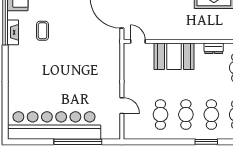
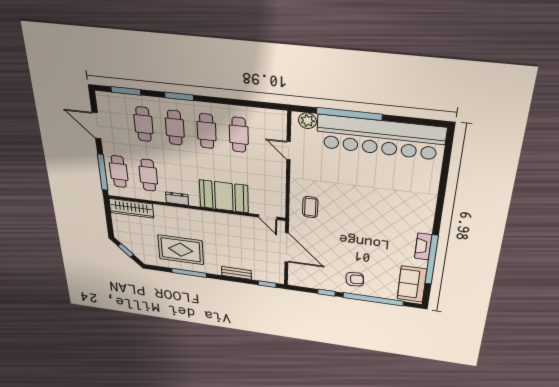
coffee table: (43, 31) -> (310, 207), moved
plant: (108, 133) -> (307, 121), added

